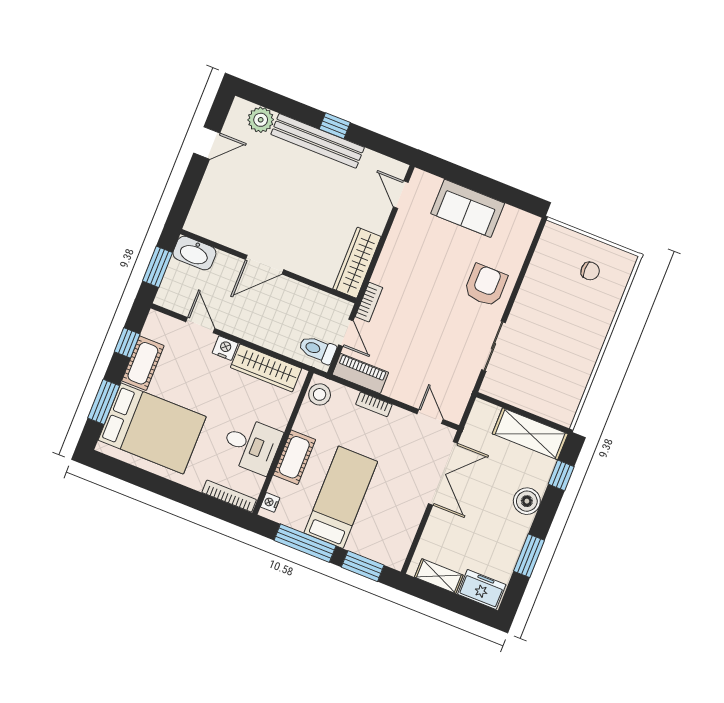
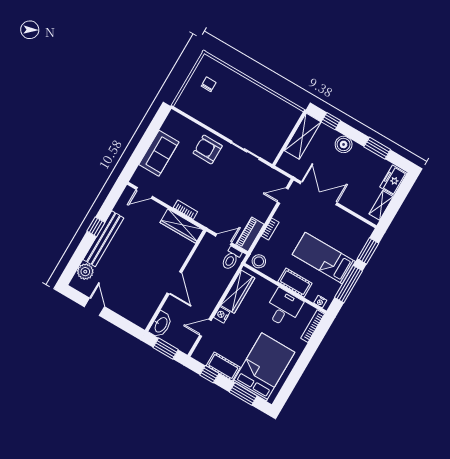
bookcase: (369, 302) -> (185, 210), moved

